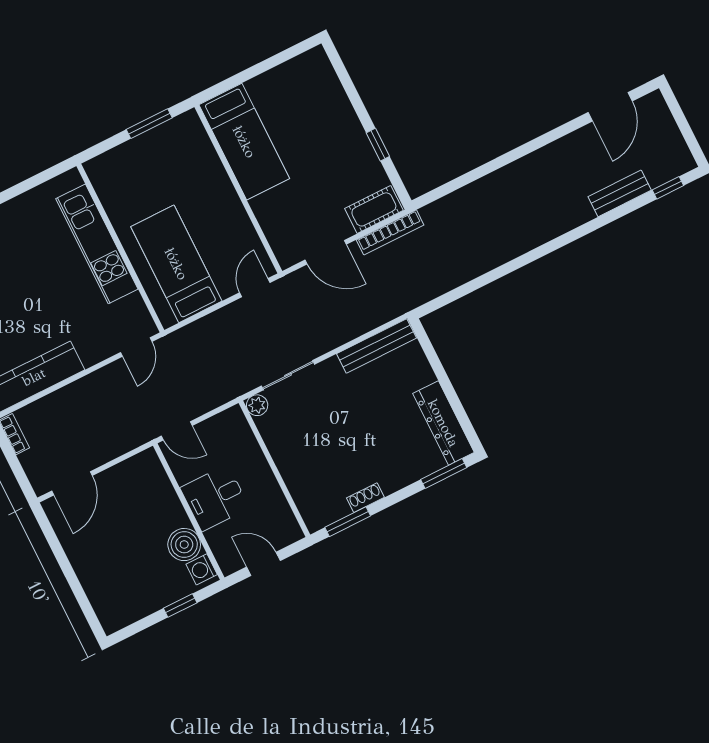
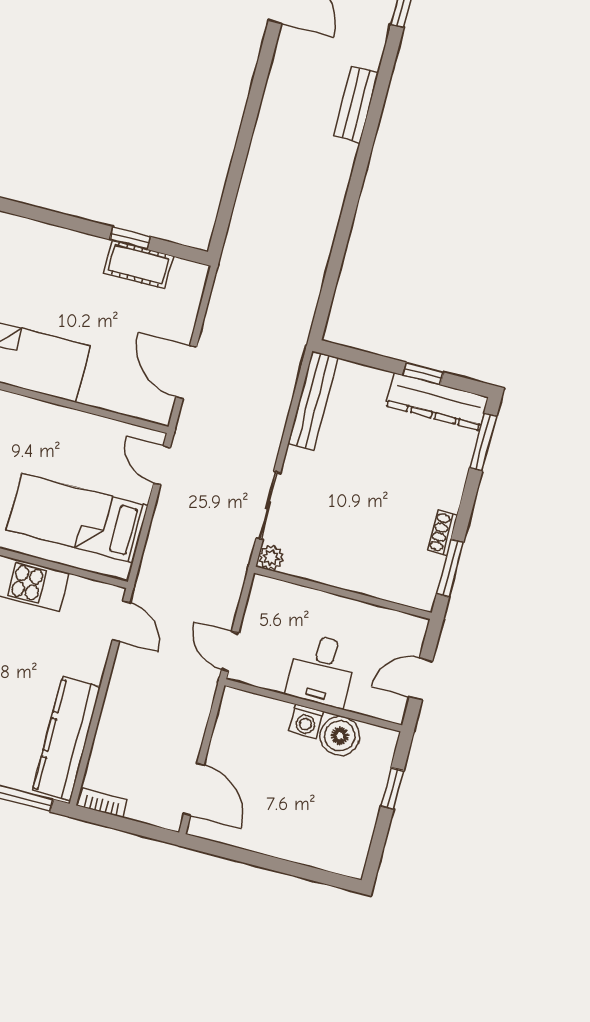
bench: (620, 193) -> (356, 104), moved
cot: (374, 209) -> (138, 264), moved, turned 90
bookcase: (390, 232) -> (220, 297), removed
door: (326, 252) -> (186, 372), swing flipped
window: (454, 399) -> (423, 374), added
door: (177, 431) -> (230, 651), swing flipped
washing machine: (202, 569) -> (306, 721), moved

